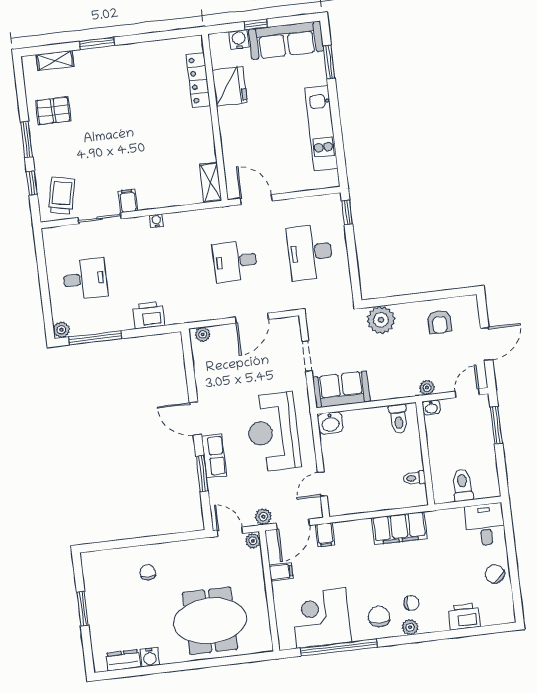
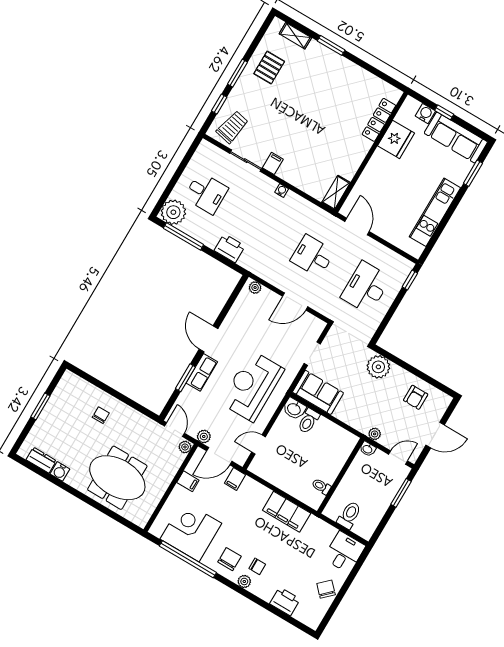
pallet: (53, 111) -> (269, 68), turned 90
plant: (61, 330) -> (173, 212), width x1.87, depth x1.87
toilet: (398, 419) -> (308, 421), moved

